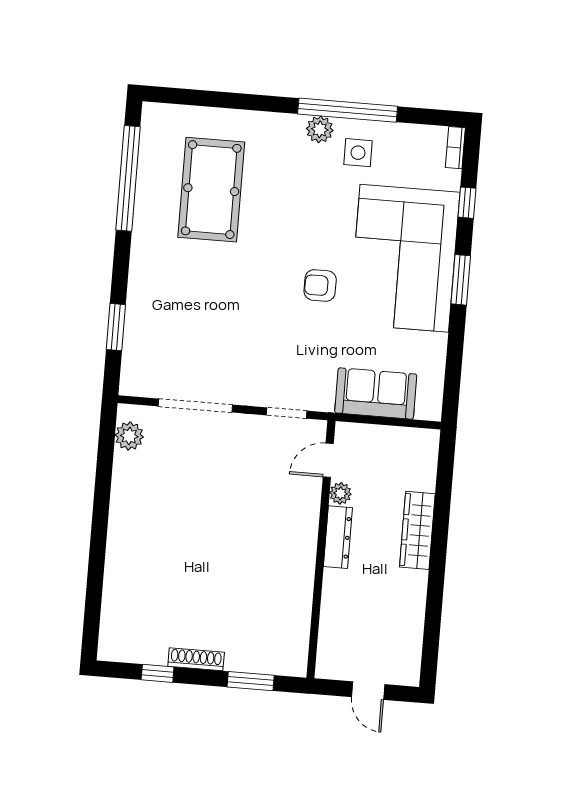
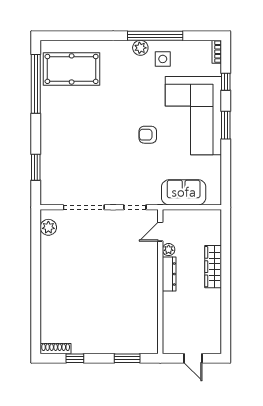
pool table: (211, 190) -> (72, 69), moved, turned 90
shoe rack: (196, 659) -> (56, 349), moved

